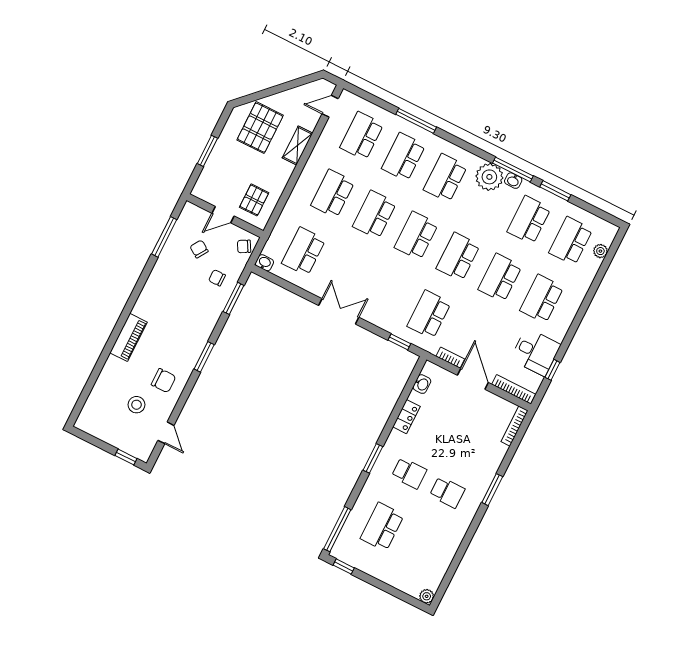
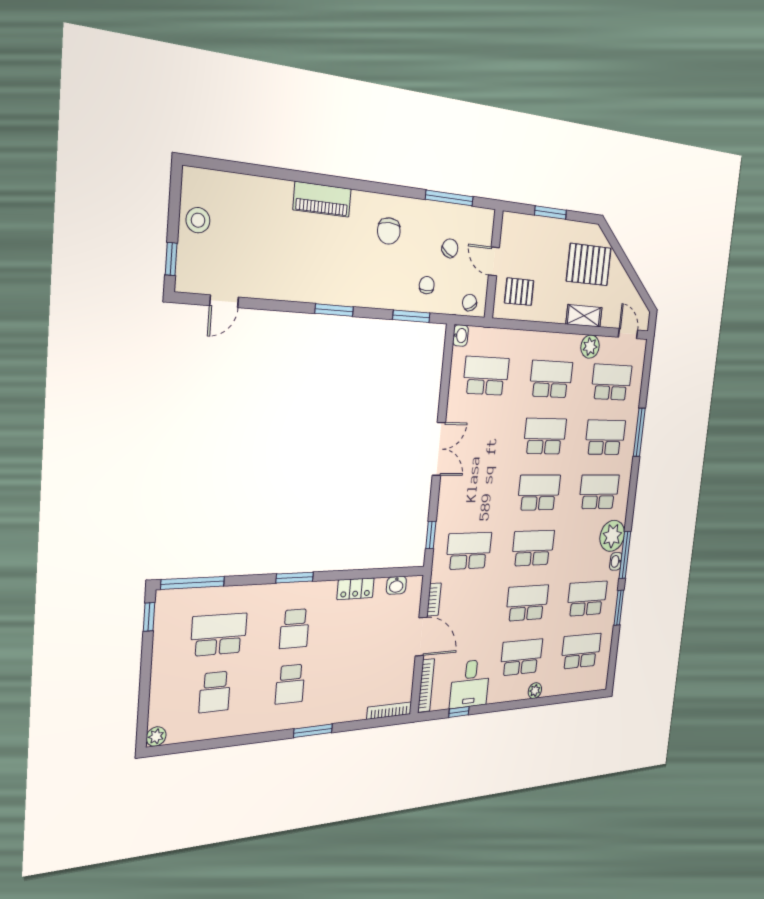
plant: (324, 148) -> (590, 347), added
plant: (600, 251) -> (535, 691), moved
door: (473, 379) -> (421, 637), hinge flipped
chair: (164, 381) -> (389, 231), moved
stool: (136, 405) -> (198, 220), moved
school desk: (420, 546) -> (215, 692), added

